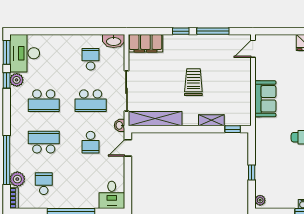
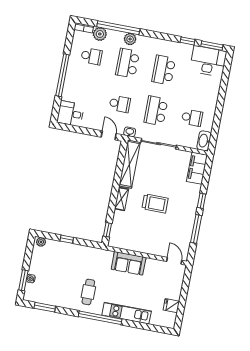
plant: (17, 80) -> (130, 39), moved
shelving: (211, 120) -> (121, 199), moved
school desk: (44, 142) -> (128, 63), turned 180
school desk: (91, 142) -> (120, 104), turned 180

